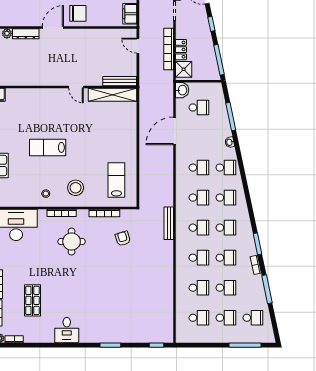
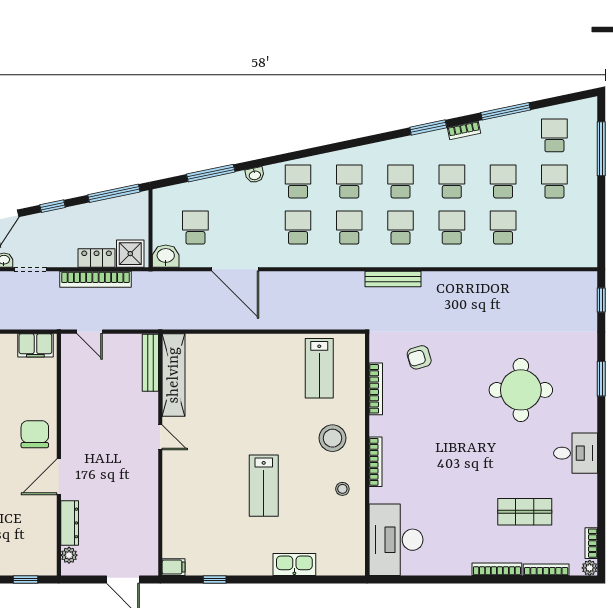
door: (53, 27) -> (59, 477), hinge flipped
door: (138, 46) -> (90, 332), hinge flipped
door: (76, 87) -> (160, 437), hinge flipped
lab bench: (116, 180) -> (319, 368), turned -90
round table: (72, 242) -> (521, 390), moved, width x1.36, depth x1.36
school desk: (199, 318) -> (554, 228), removed

